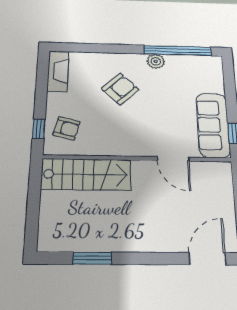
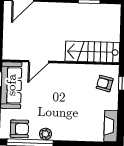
armchair: (120, 89) -> (19, 129), moved, turned -135
door: (173, 159) -> (39, 62), swing flipped

